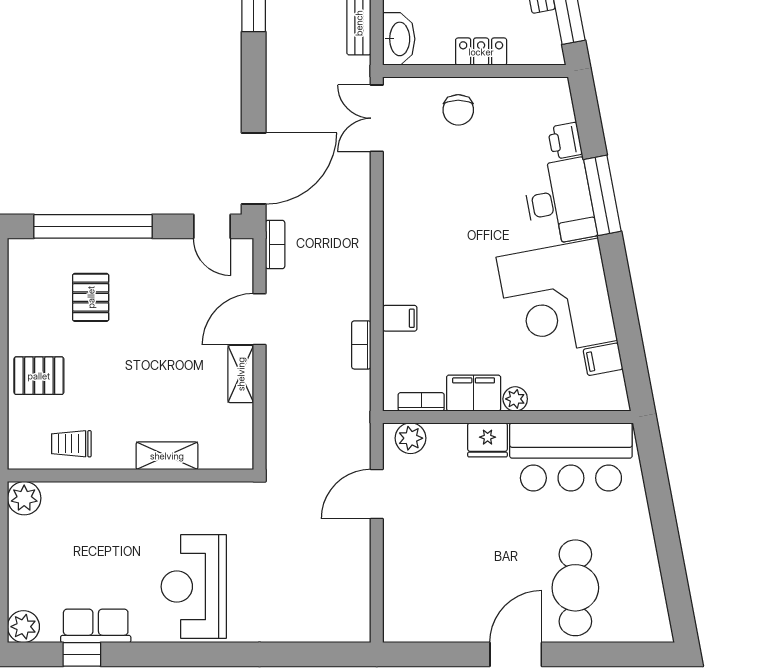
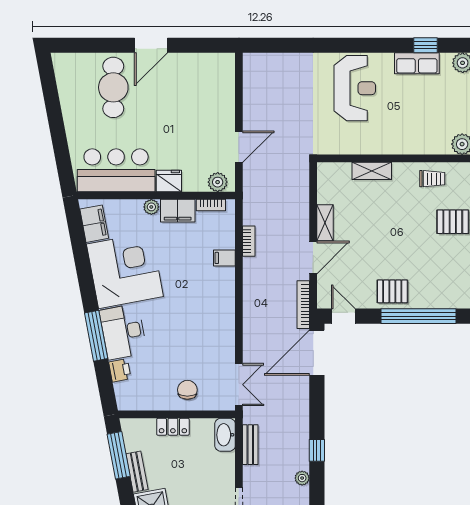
bookcase: (275, 245) -> (303, 305), width x1.56
pallet: (91, 297) -> (392, 291), moved, turned 90
filing cabinet: (603, 359) -> (94, 224), width x2.00

